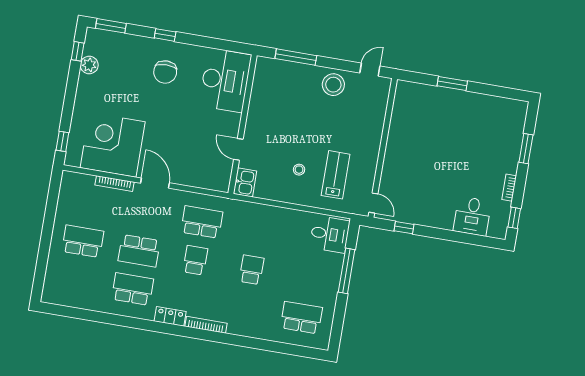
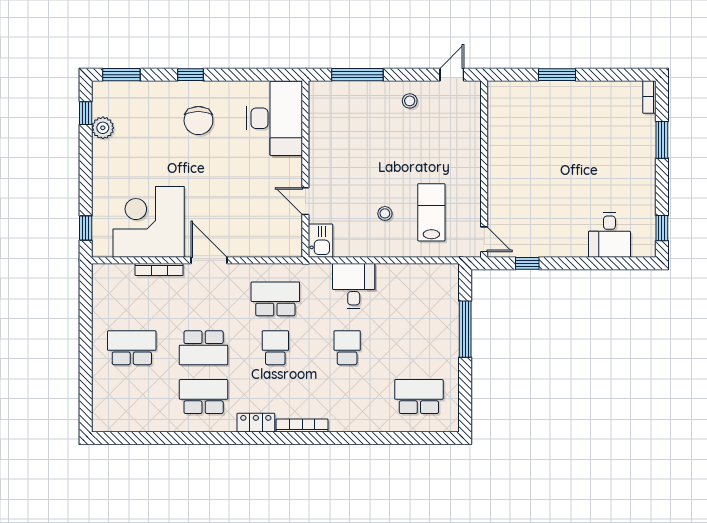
stool: (333, 85) -> (410, 101), width x0.53, depth x0.53
bookcase: (509, 188) -> (649, 97), moved
desk: (330, 234) -> (354, 286), moved, turned -90

